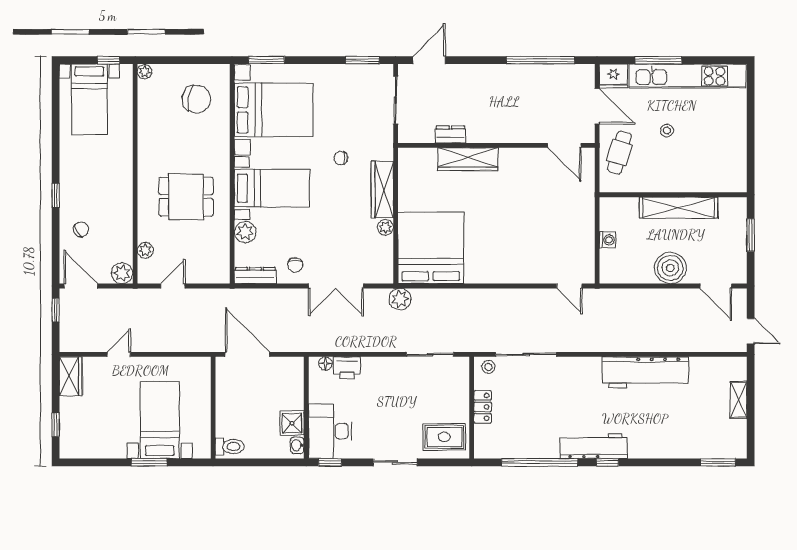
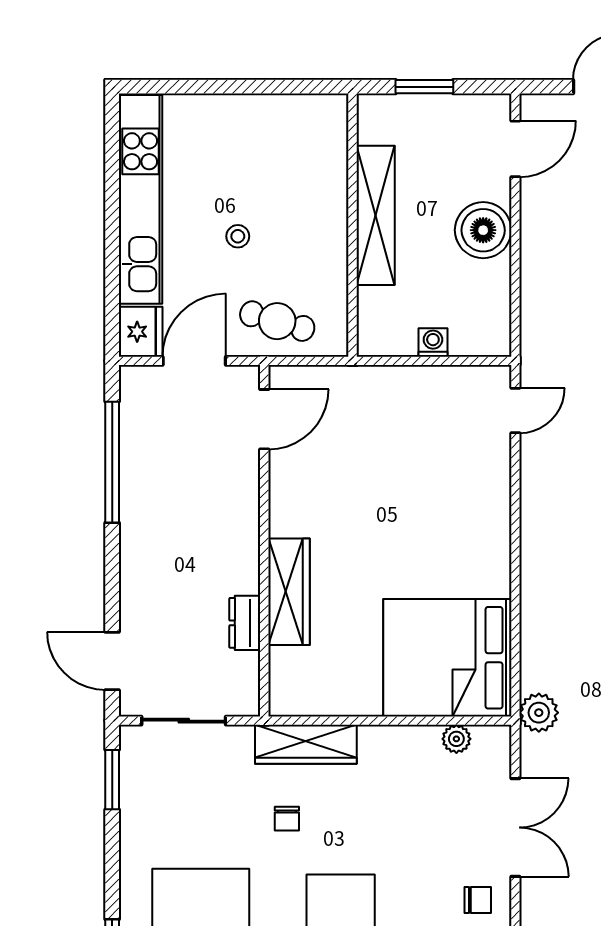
window: (658, 60) -> (112, 252), removed
wardrobe: (382, 190) -> (306, 744), moved
plant: (385, 228) -> (456, 739), moved

